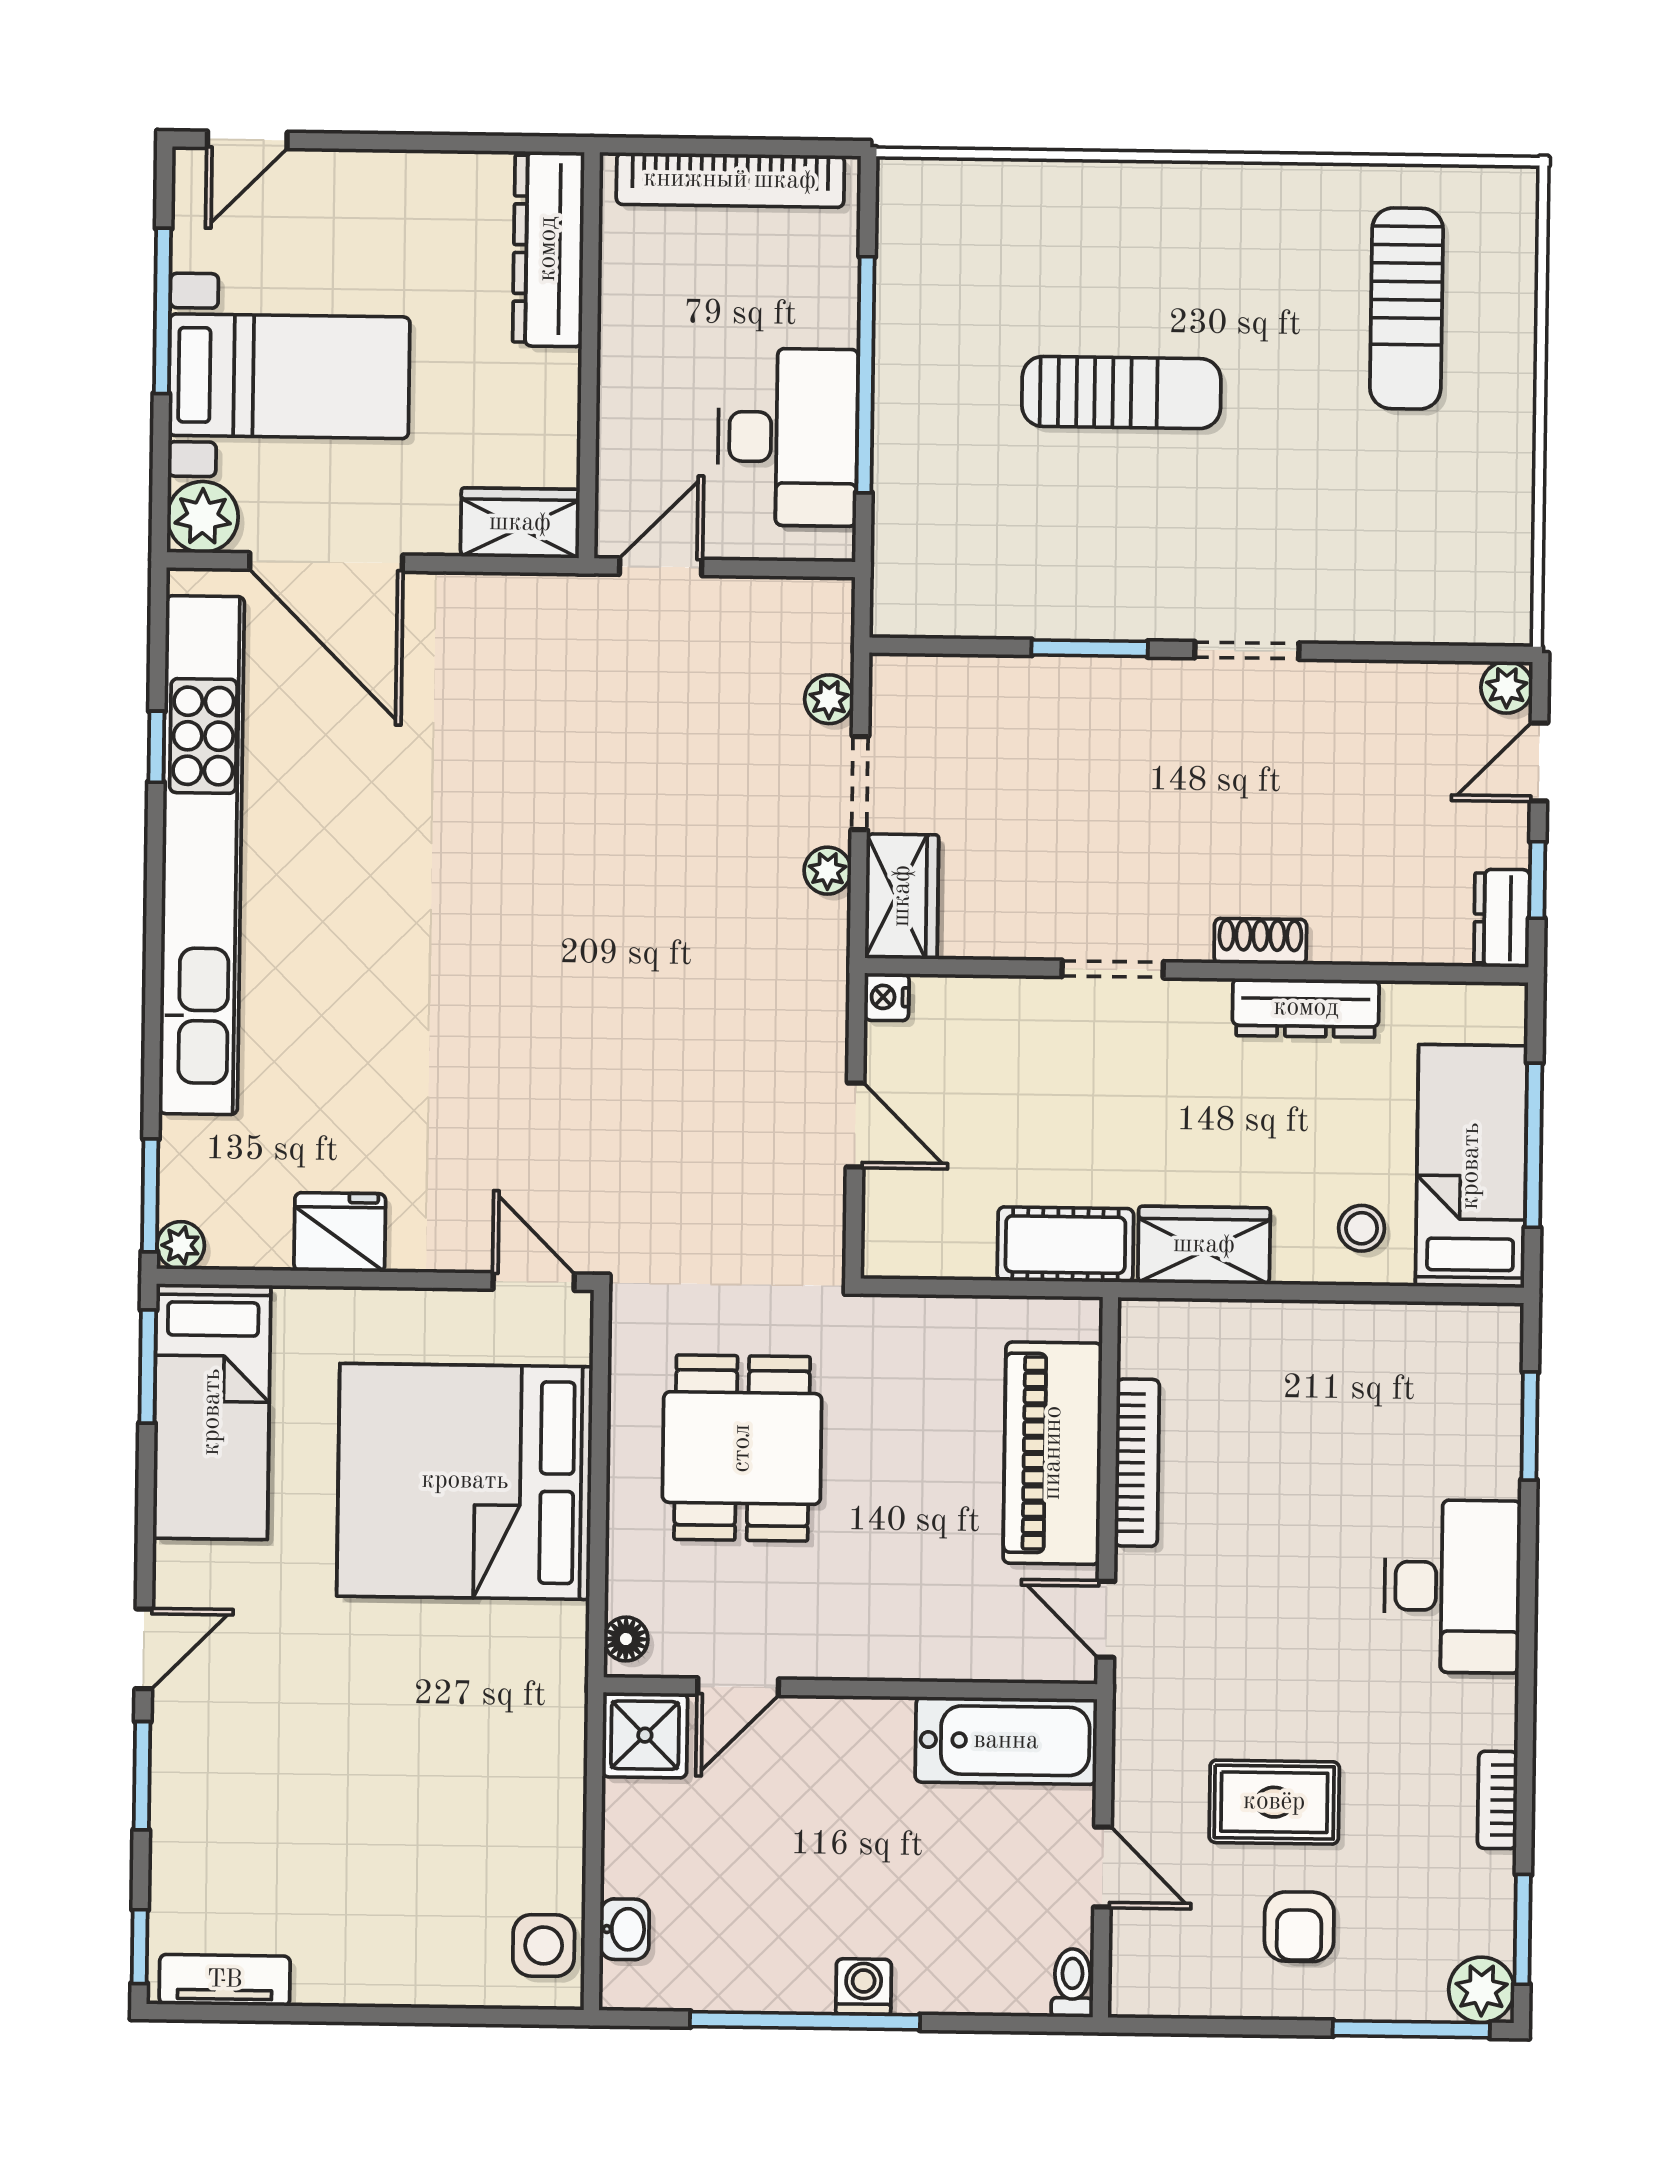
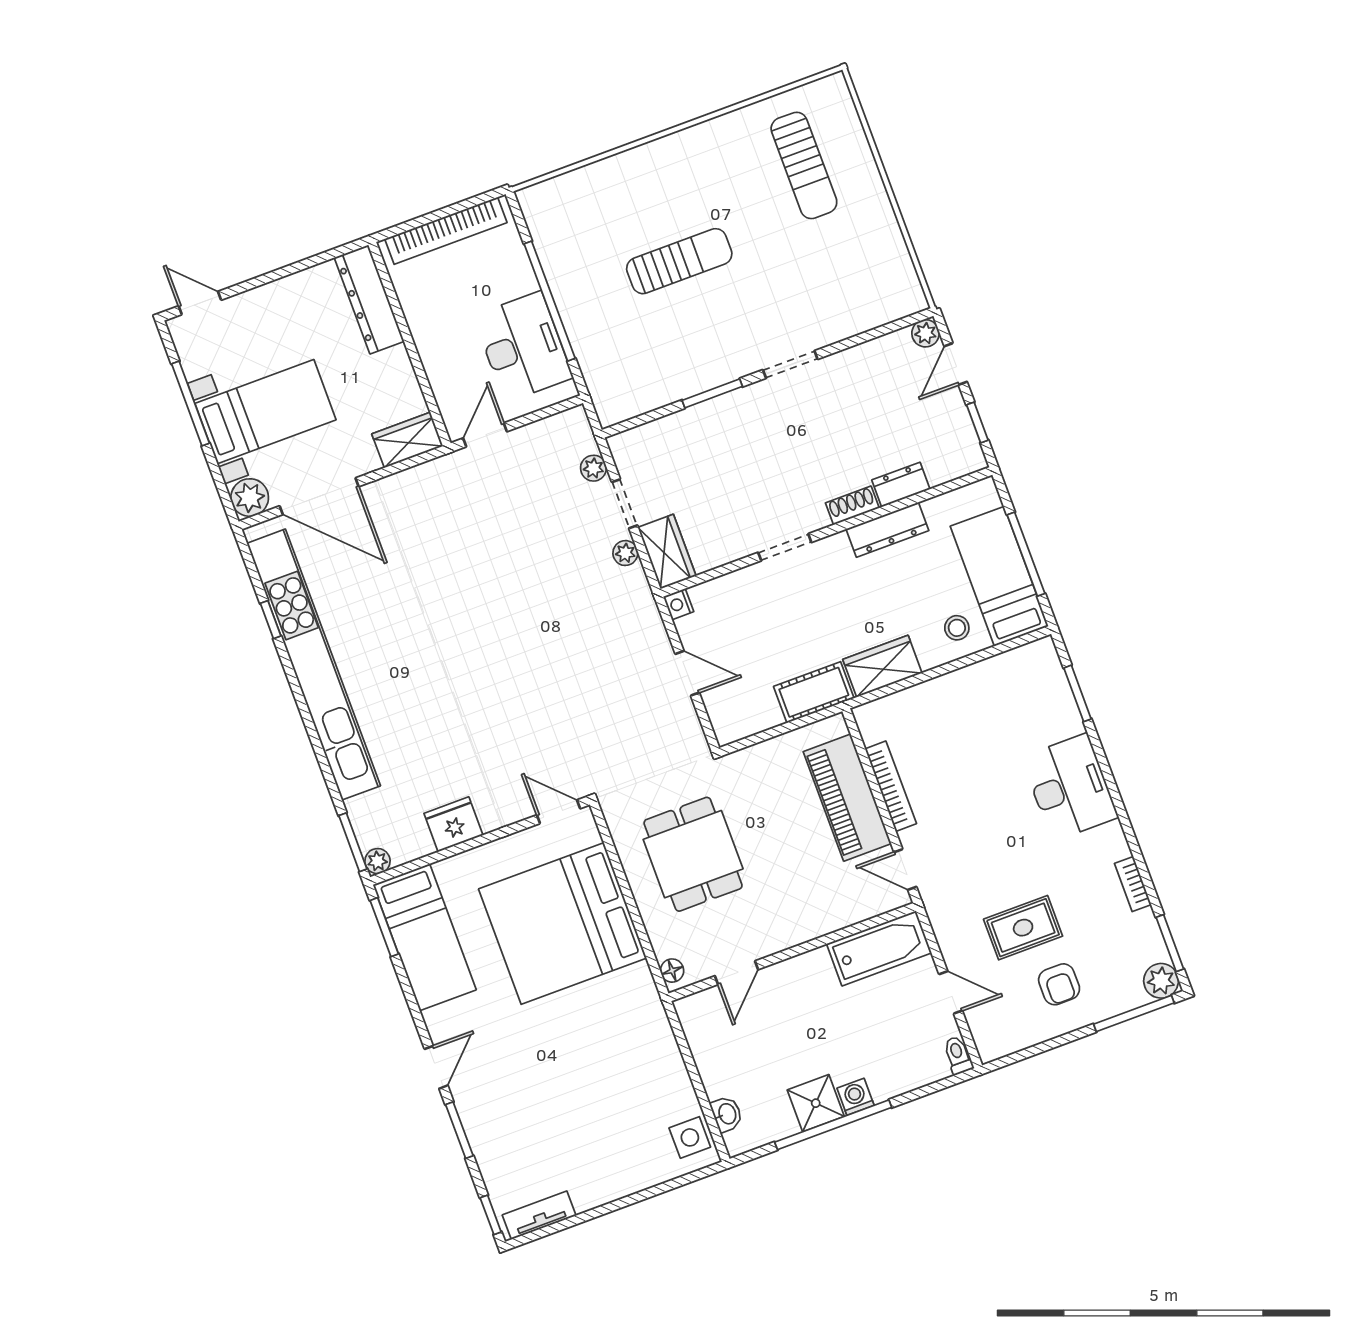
door: (247, 140) -> (200, 303), swing flipped
dresser: (1502, 918) -> (901, 485), moved, turned 90
shower: (645, 1735) -> (816, 1103), moved

